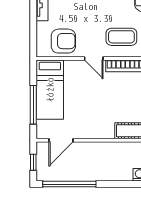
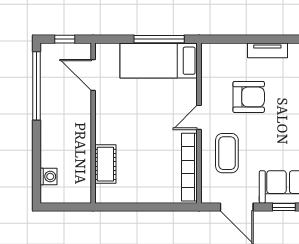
armchair: (63, 41) -> (249, 97), moved, turned -90
window: (33, 105) -> (159, 39), moved

